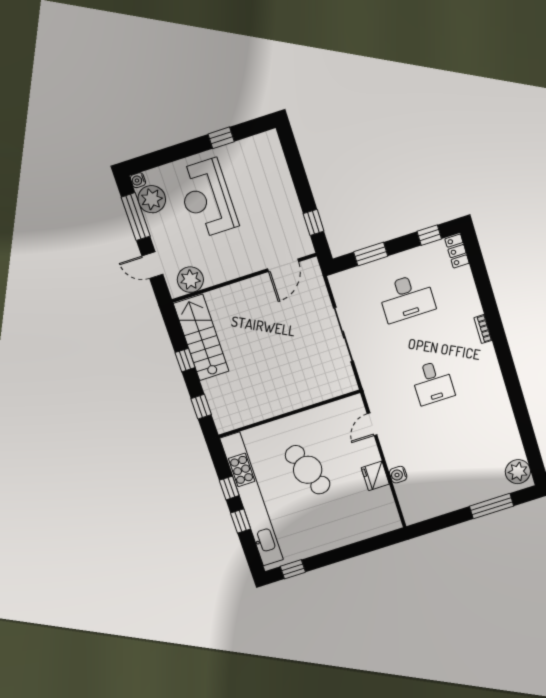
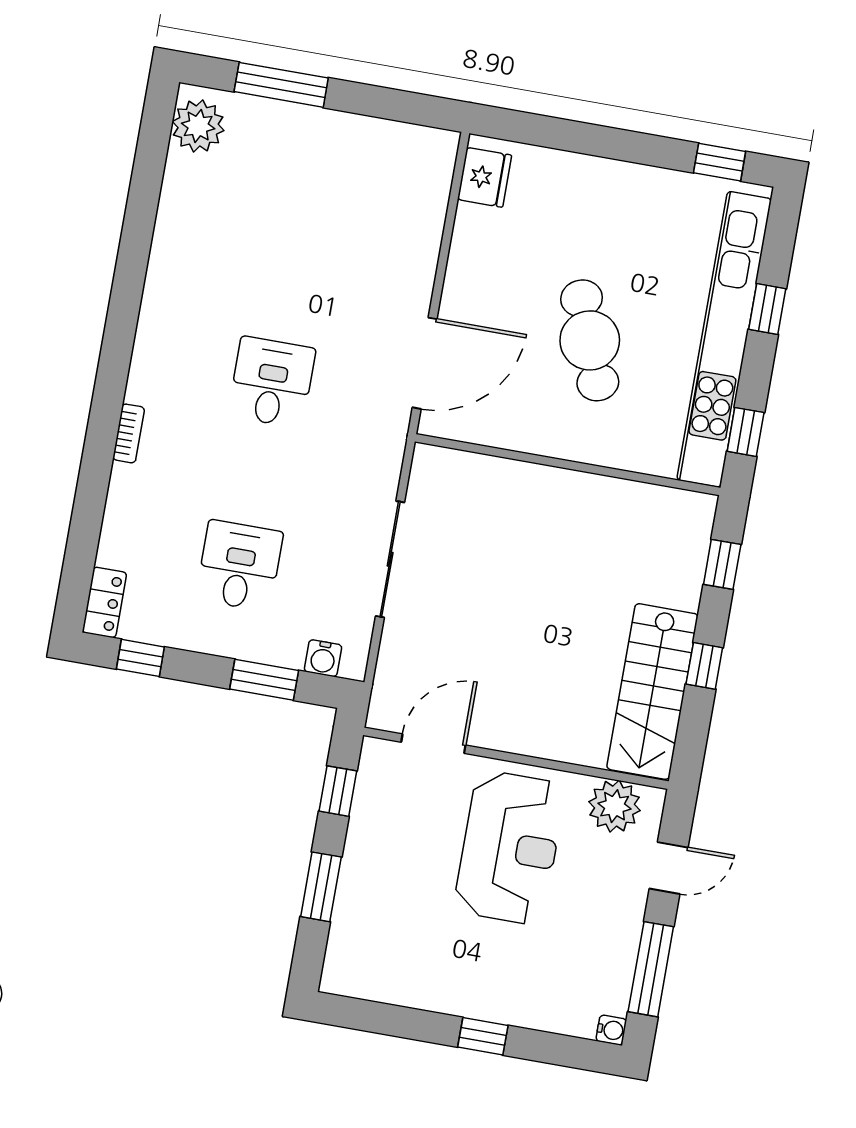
window: (221, 138) -> (483, 1036), moved
window: (299, 176) -> (321, 887), added
reception desk: (207, 198) -> (510, 848), moved
plant: (152, 199) -> (605, 984), removed
door: (152, 265) -> (669, 868), hinge flipped
desk: (407, 298) -> (239, 566), width x0.73
door: (372, 424) -> (425, 363), width x1.87
water cooler: (398, 475) -> (323, 658), moved, turned 90
fridge: (375, 476) -> (485, 177), moved
window: (229, 488) -> (746, 432), moved

